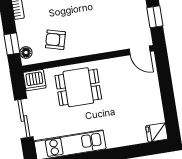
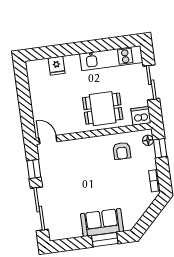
armchair: (55, 40) -> (122, 151), turned 75
fridge: (157, 132) -> (57, 66), moved, turned 90

